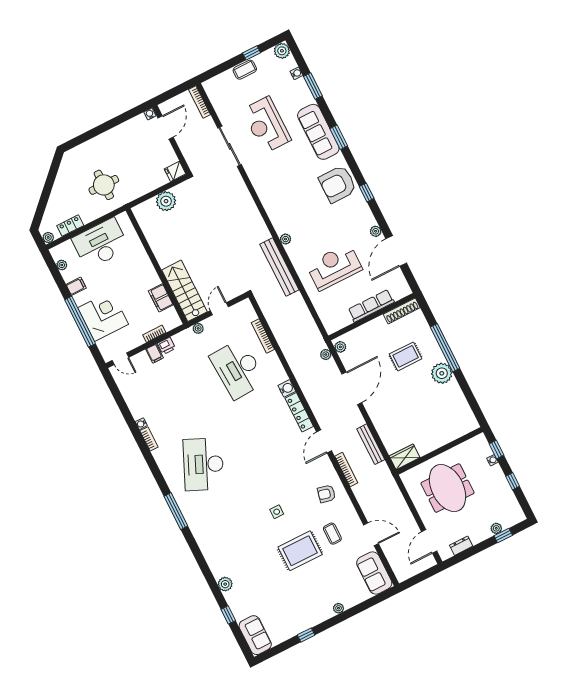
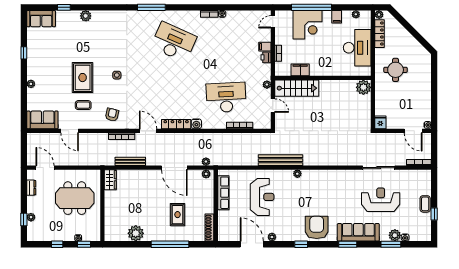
plant: (282, 51) -> (395, 235), moved
plant: (166, 201) -> (363, 87), moved
locker: (70, 226) -> (380, 34), width x1.53
row of seats: (371, 306) -> (223, 193), moved
plant: (442, 373) -> (136, 233), moved
door: (371, 534) -> (70, 131), hinge flipped

